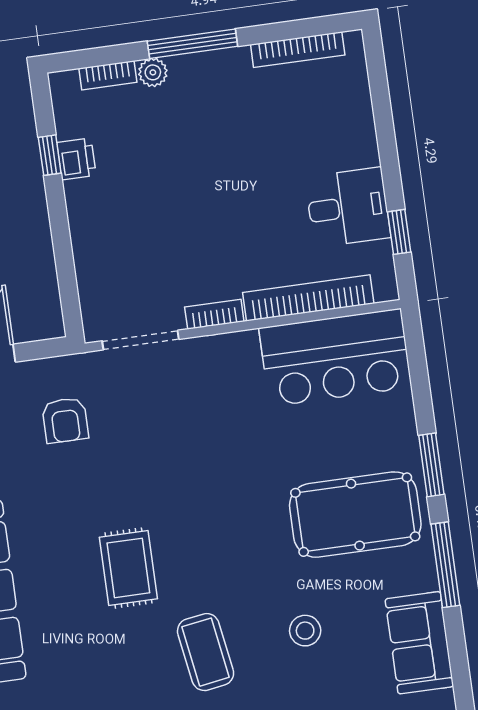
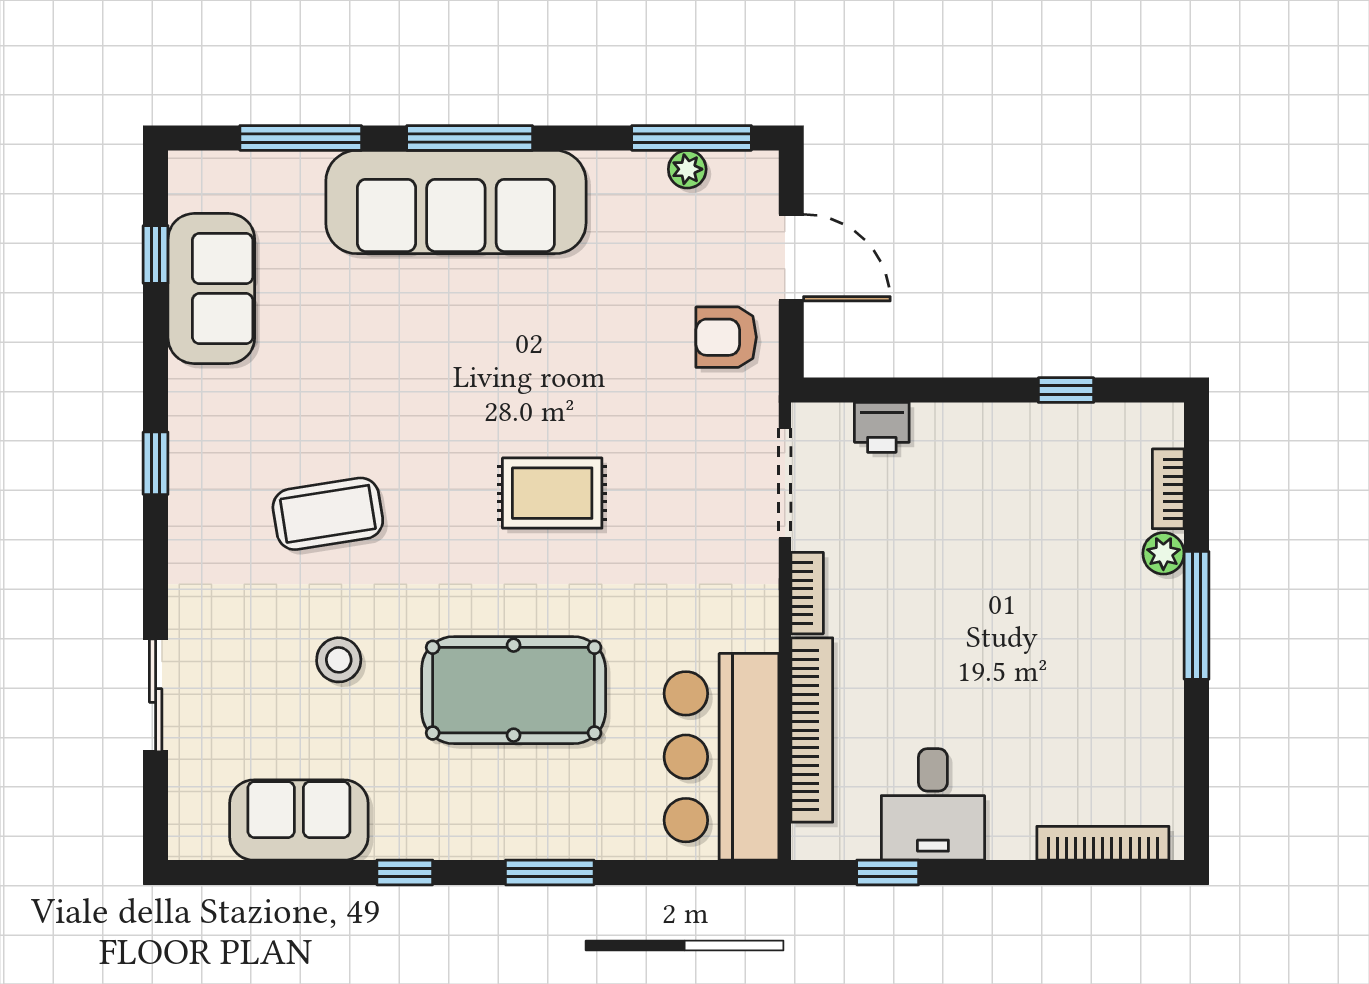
bookcase: (298, 50) -> (1103, 843), moved, turned 90
printer: (76, 159) -> (882, 427), moved
armchair: (65, 420) -> (726, 337), moved
pool table: (355, 515) -> (514, 690), moved, turned 90
window: (445, 565) -> (405, 872), width x0.46
rug: (128, 568) -> (552, 493), moved

